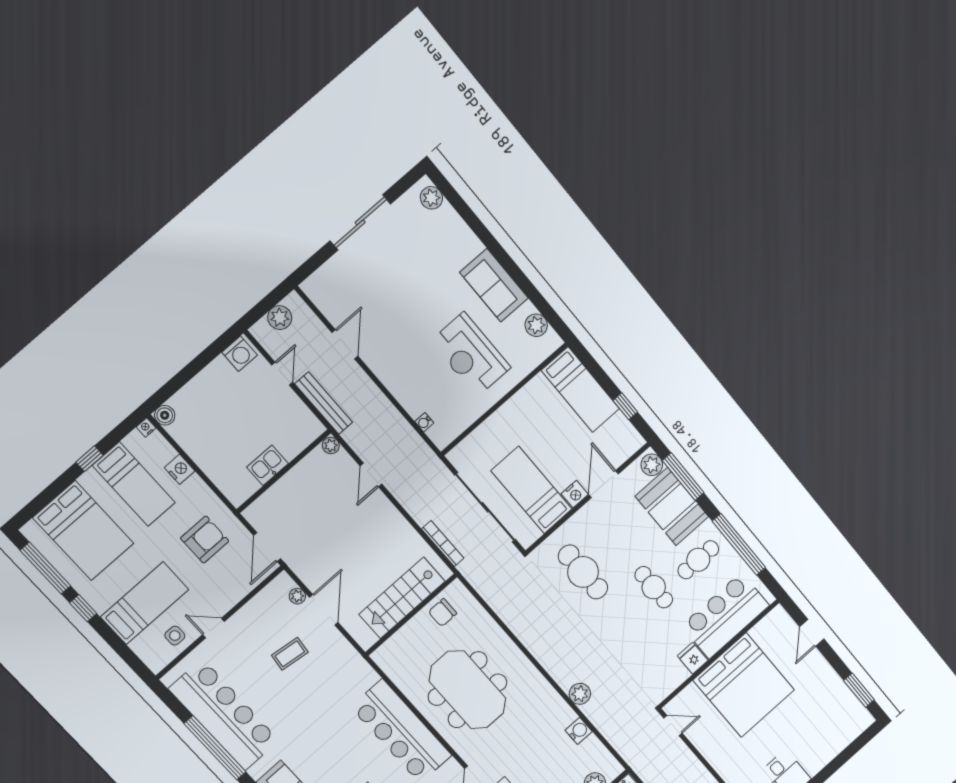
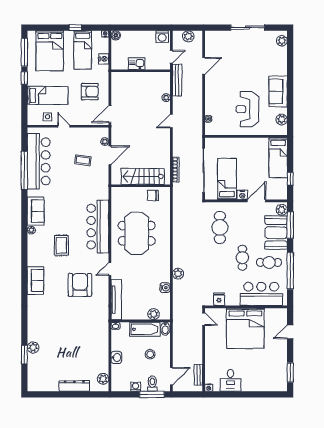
kitchen sink: (268, 465) -> (137, 64), moved
wall: (284, 471) -> (141, 71), moved
fridge: (693, 658) -> (219, 299), moved

